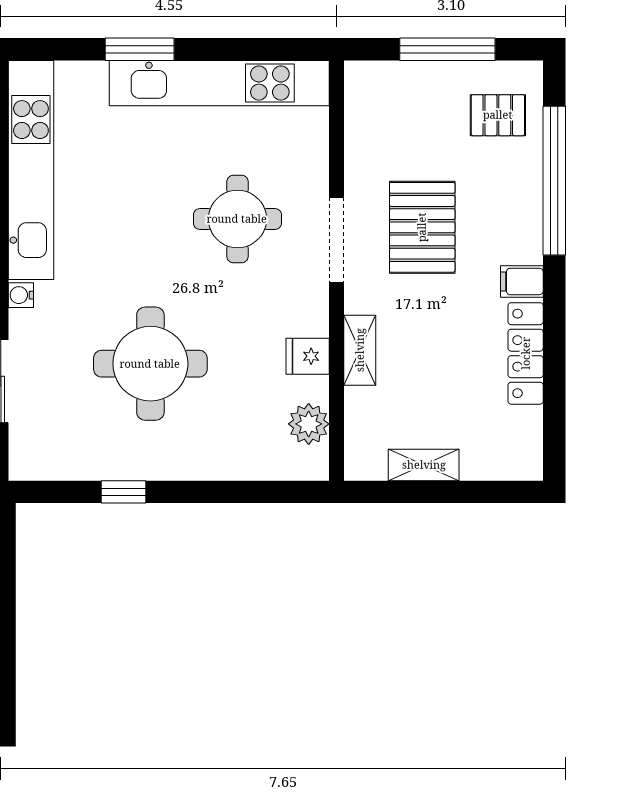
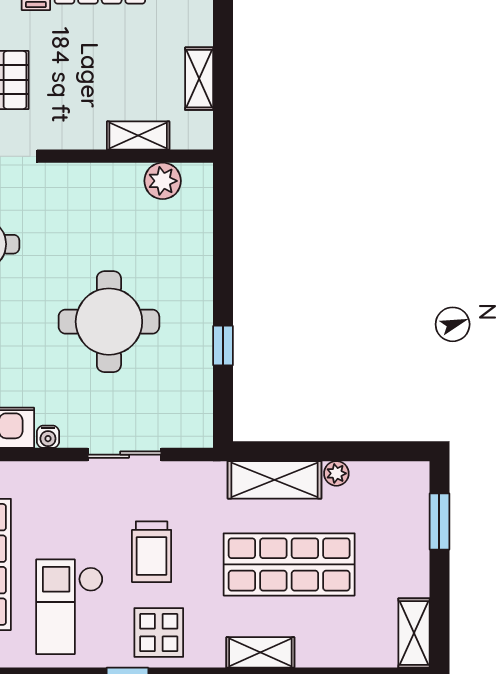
shelving: (360, 350) -> (138, 135), moved
fridge: (308, 356) -> (102, 182), removed

